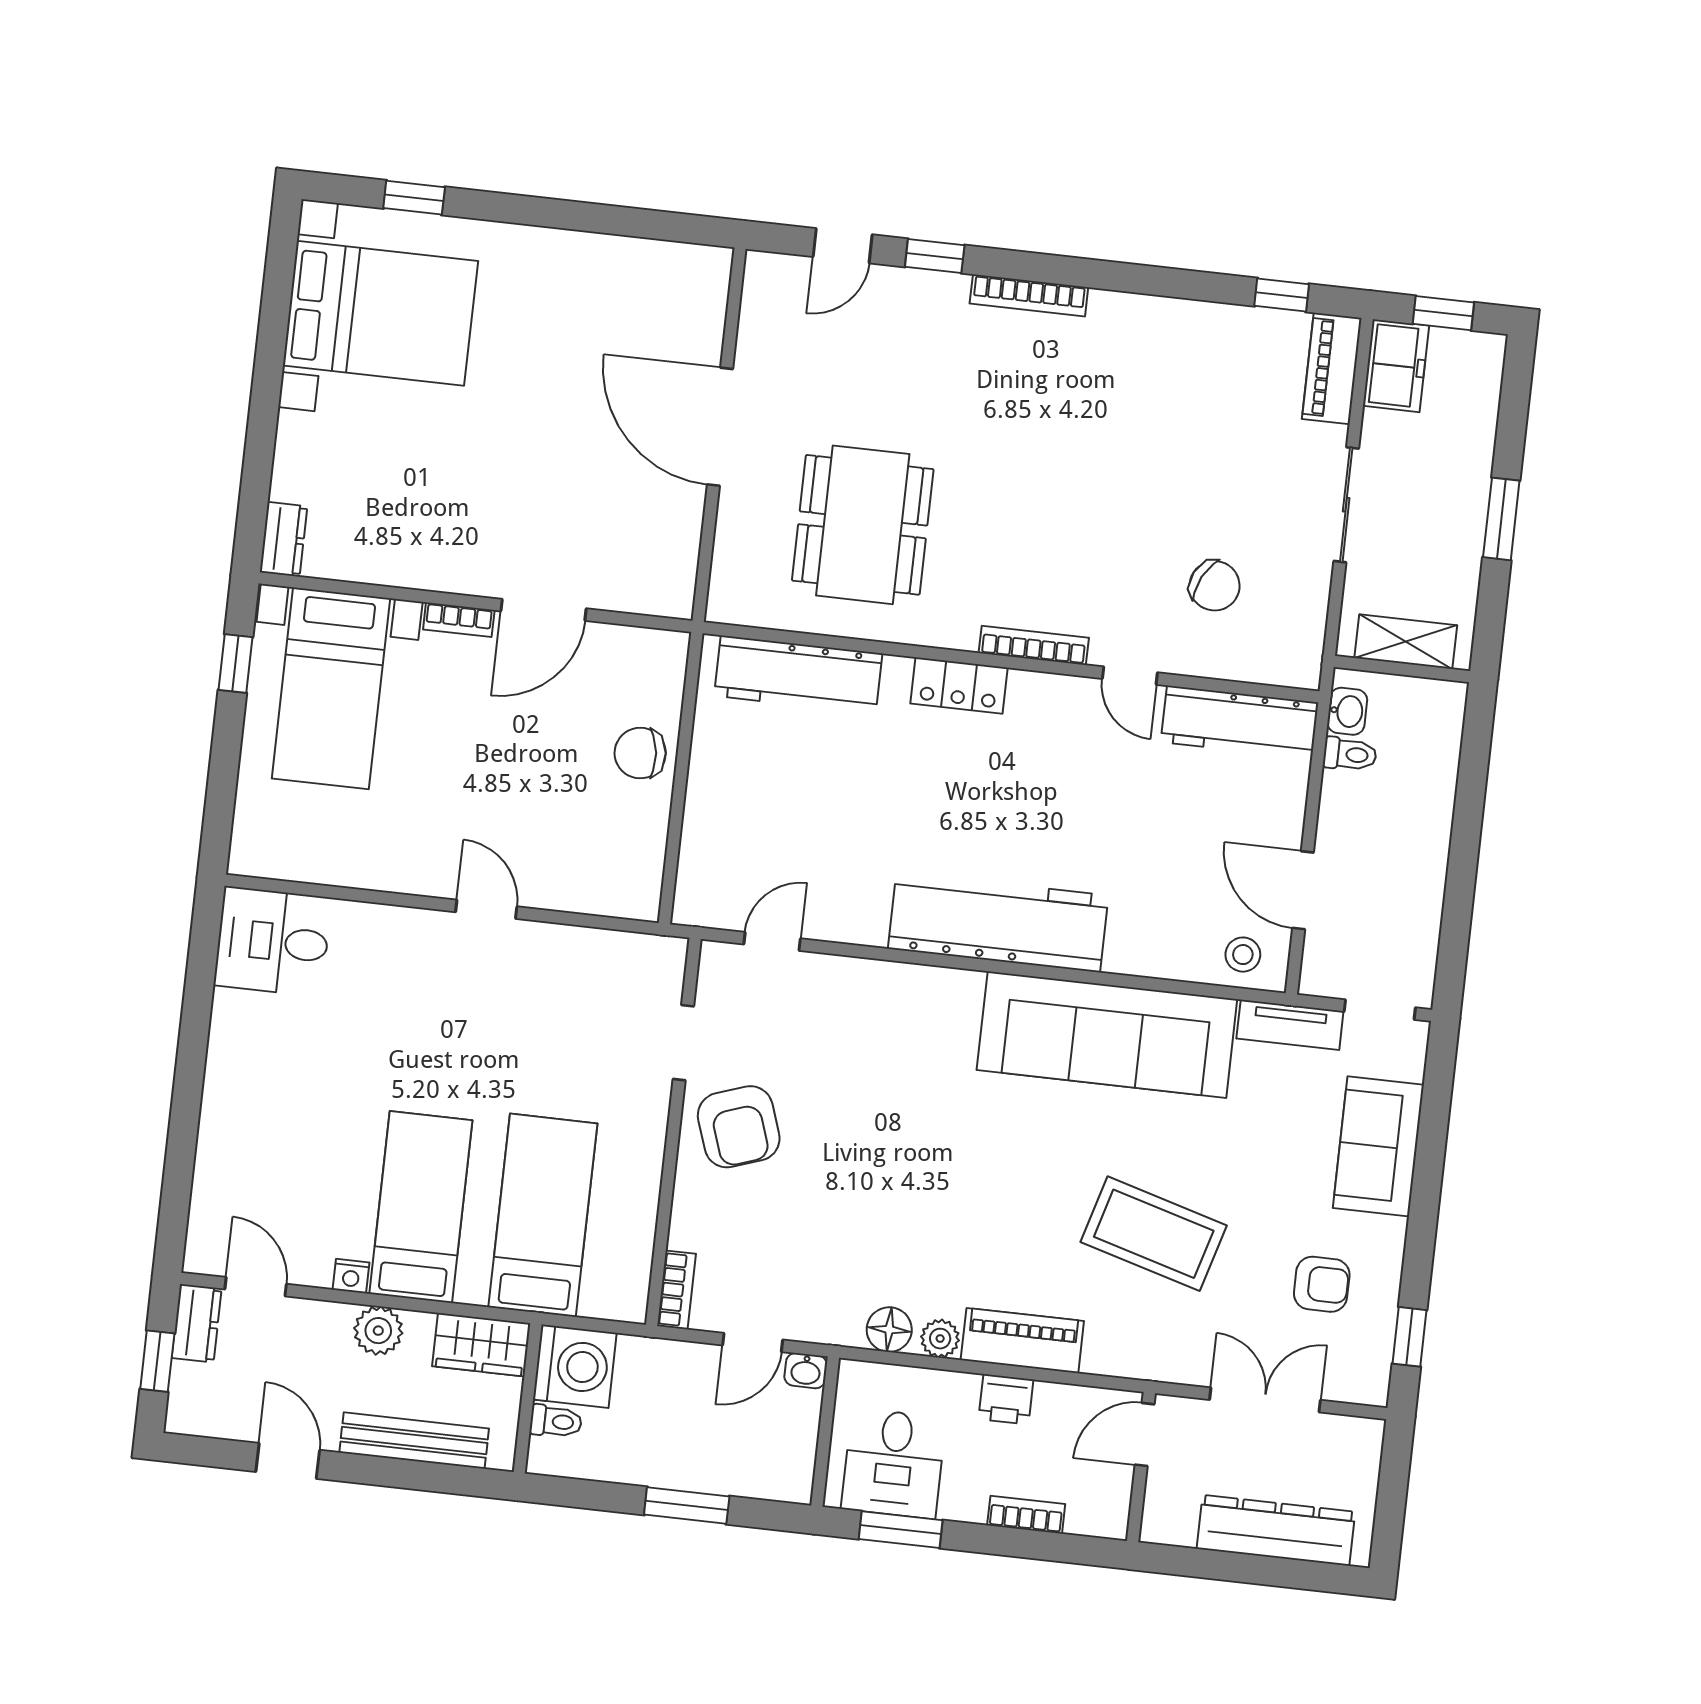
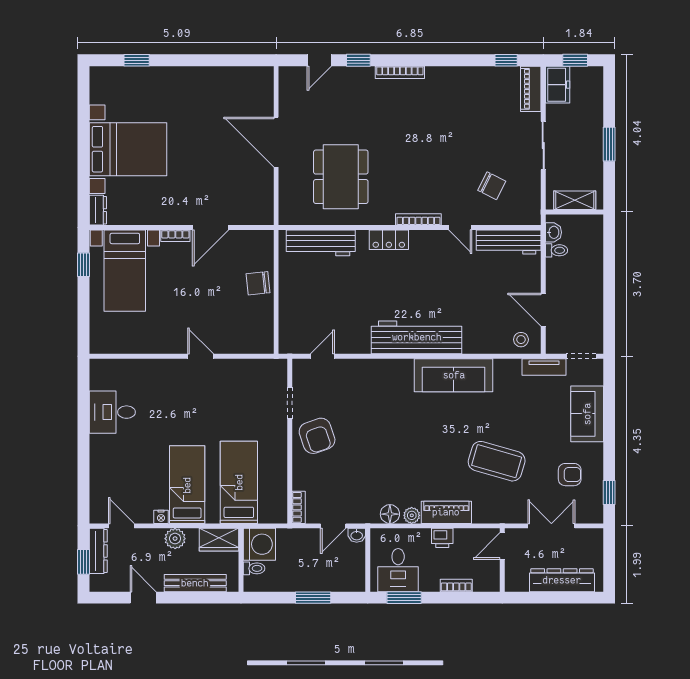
bed with nightstands: (380, 313) -> (128, 149), moved
desk: (273, 941) -> (112, 412), moved
sofa: (1107, 1035) -> (454, 375), width x0.74, depth x0.79
dresser: (197, 1323) -> (98, 551), width x1.44

